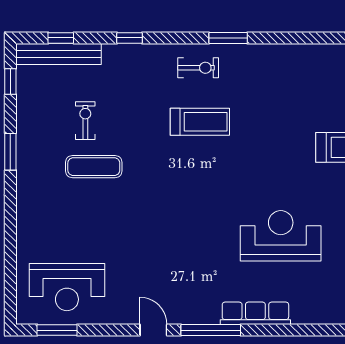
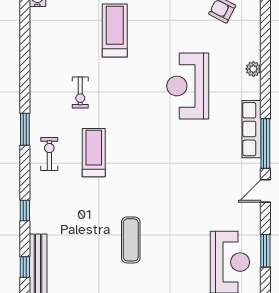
exercise bike: (85, 121) -> (80, 92), moved, turned -90
row of seats: (255, 313) -> (252, 129), moved
plant: (301, 315) -> (253, 69), added
window: (57, 330) -> (265, 251), moved

